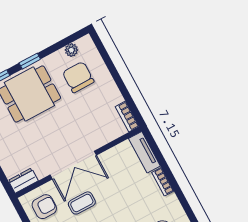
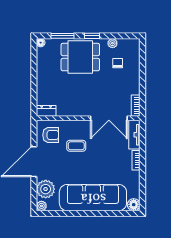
plant: (71, 50) -> (112, 43), moved
chair: (78, 77) -> (118, 63), width x0.54, depth x0.54
double door: (73, 165) -> (109, 118), moved

